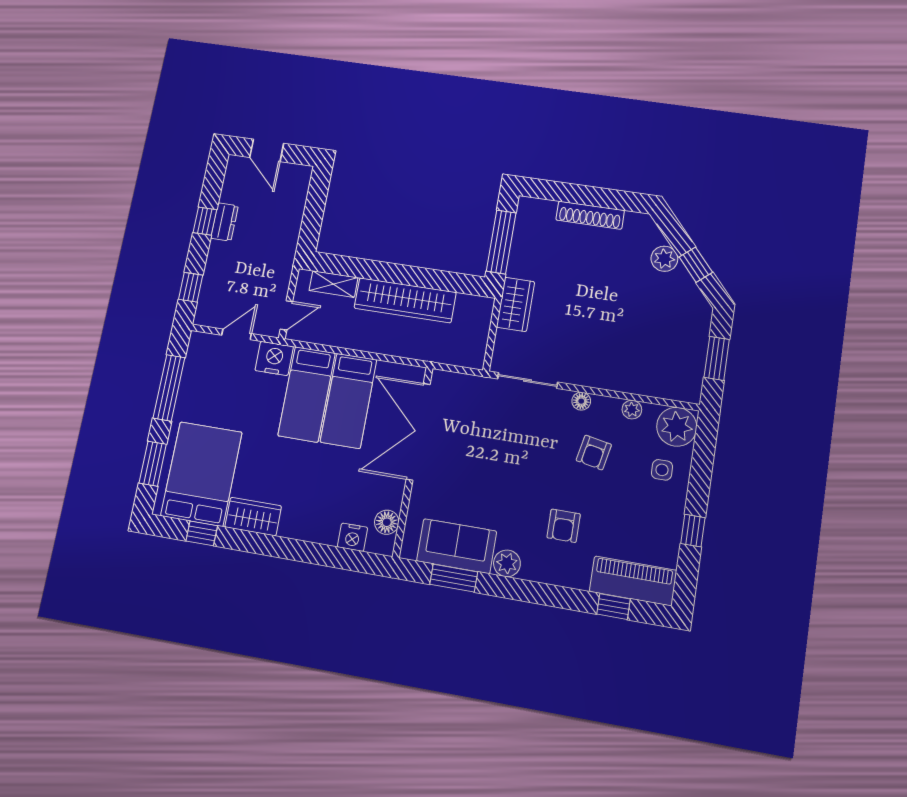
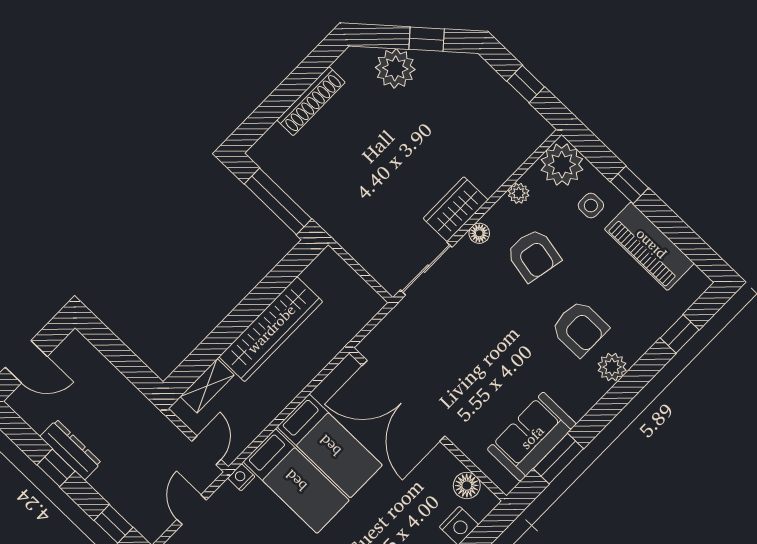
dresser: (224, 222) -> (71, 450), width x1.44
plant: (664, 259) -> (395, 68), width x1.36, depth x1.36
wardrobe: (515, 304) -> (456, 209), moved, turned -90
nightstand: (274, 358) -> (241, 477), width x0.53, depth x0.56
window: (717, 358) -> (526, 84), width x0.67
armchair: (594, 453) -> (533, 255), width x1.38, depth x1.38
armchair: (564, 526) -> (580, 328), width x1.38, depth x1.38
window: (693, 531) -> (629, 185), moved
plant: (507, 563) -> (612, 367), moved
piano: (633, 581) -> (649, 246), moved, turned -90

